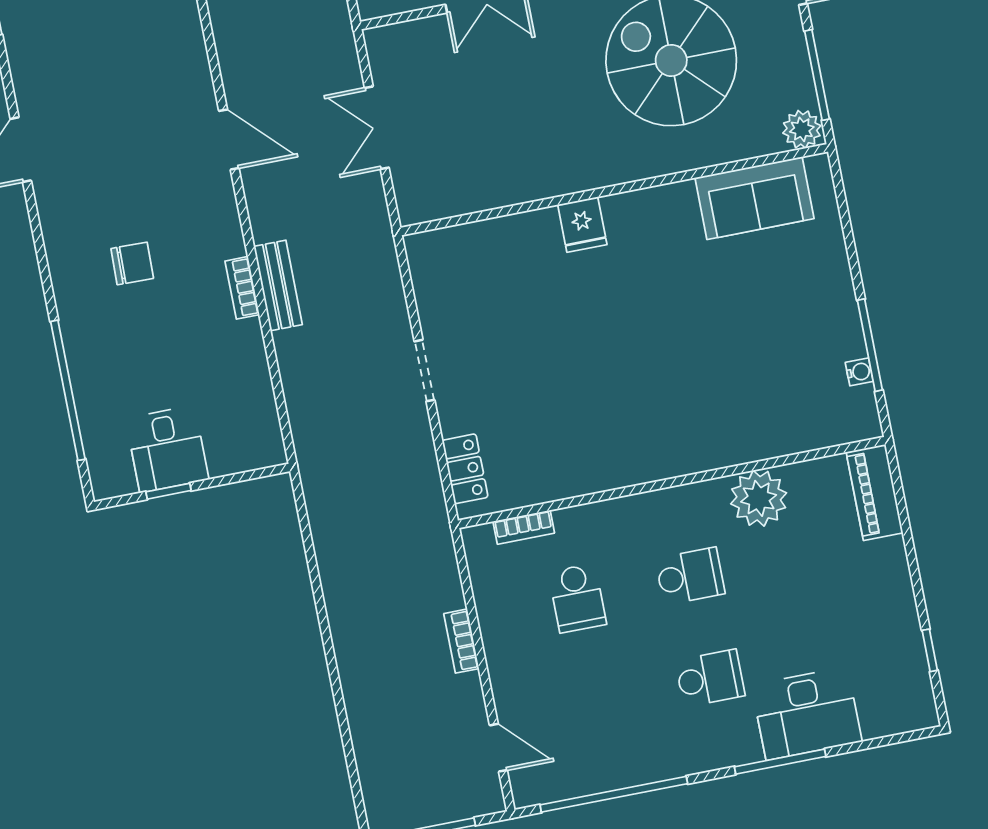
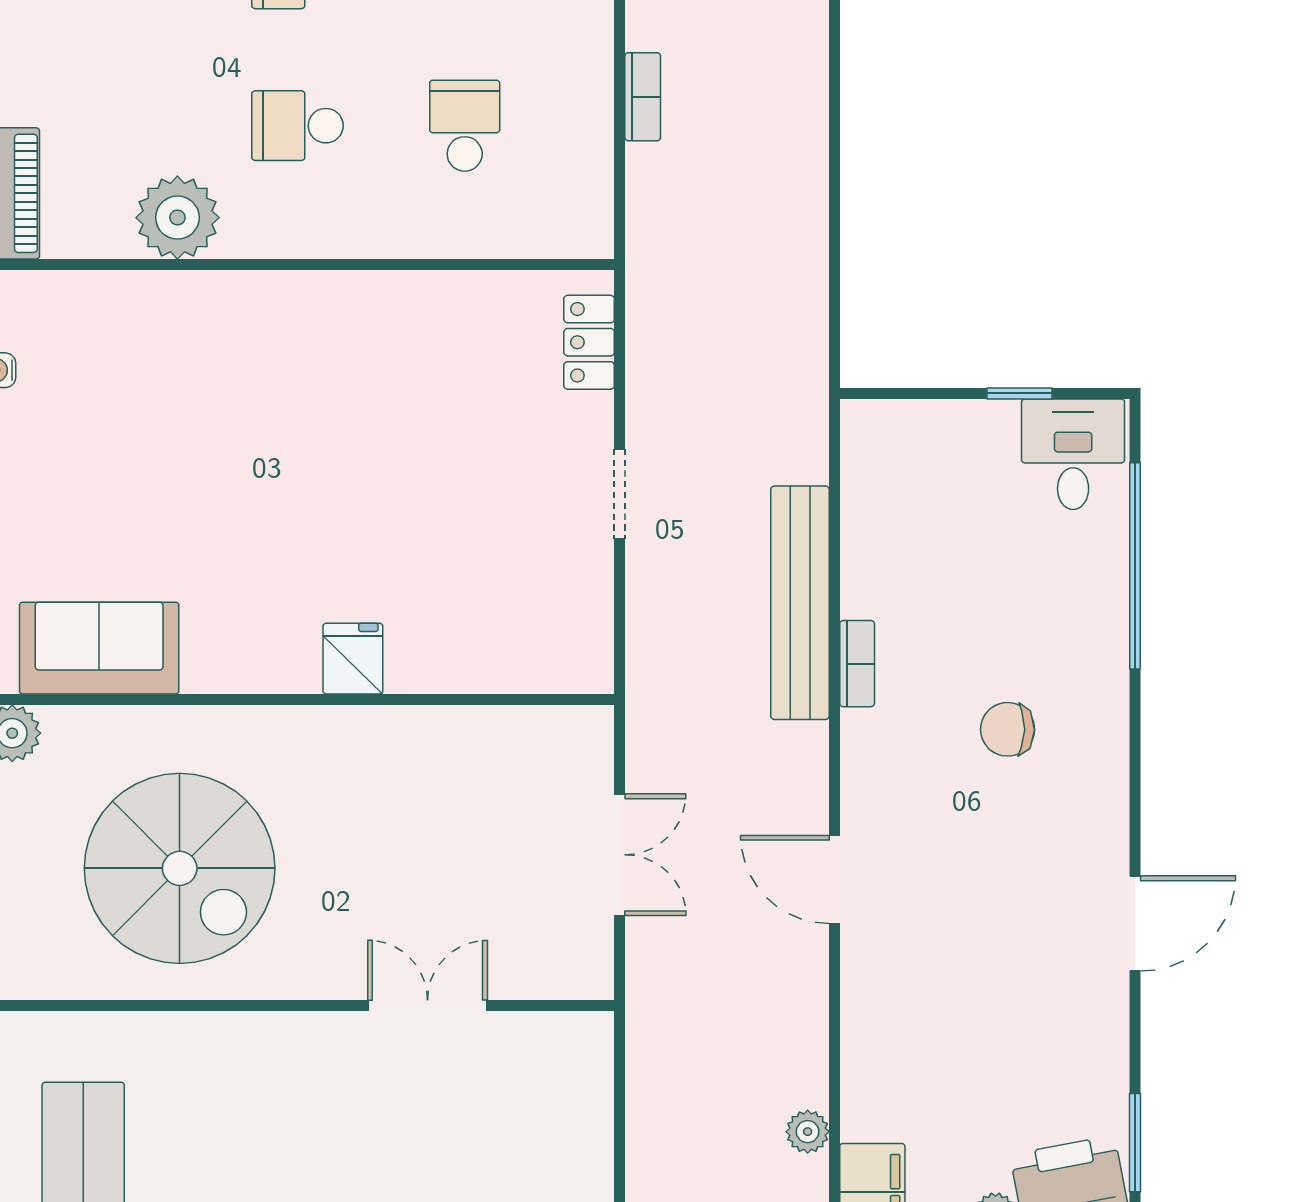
bench: (278, 285) -> (800, 603), width x1.86, depth x1.21
desk: (167, 449) -> (1073, 454), moved
bookcase: (524, 527) -> (522, 242), removed

